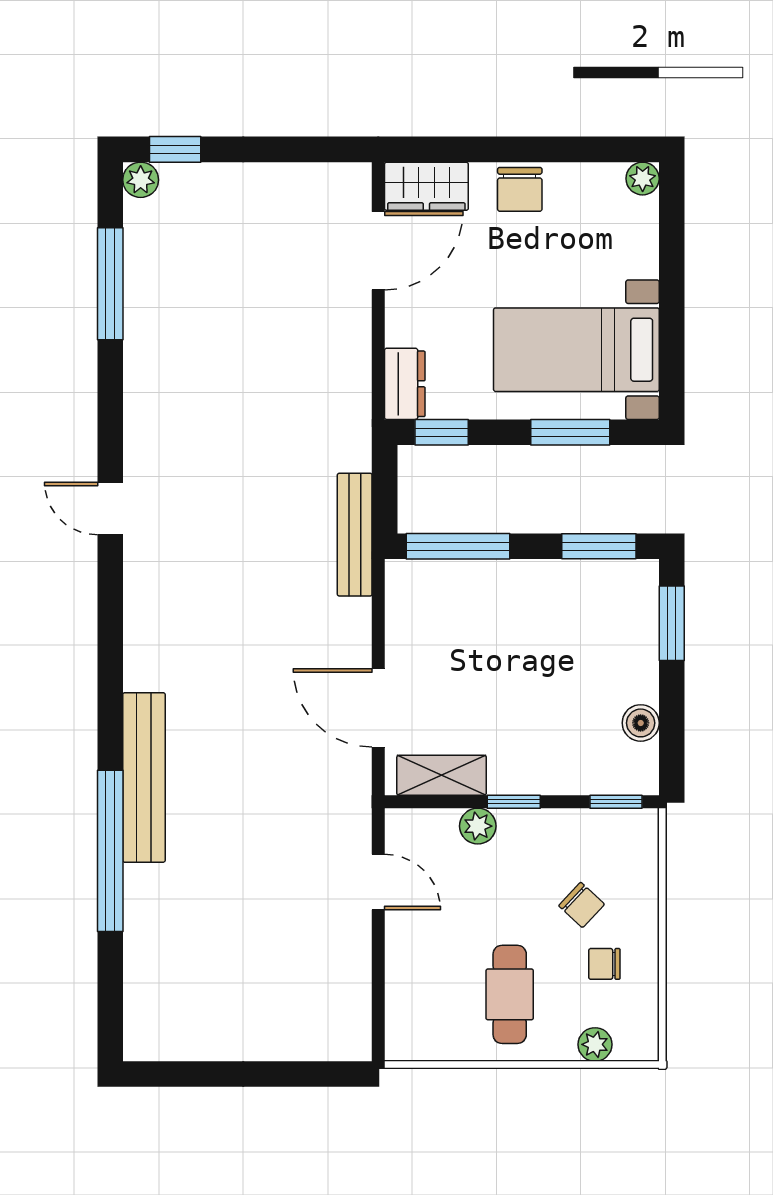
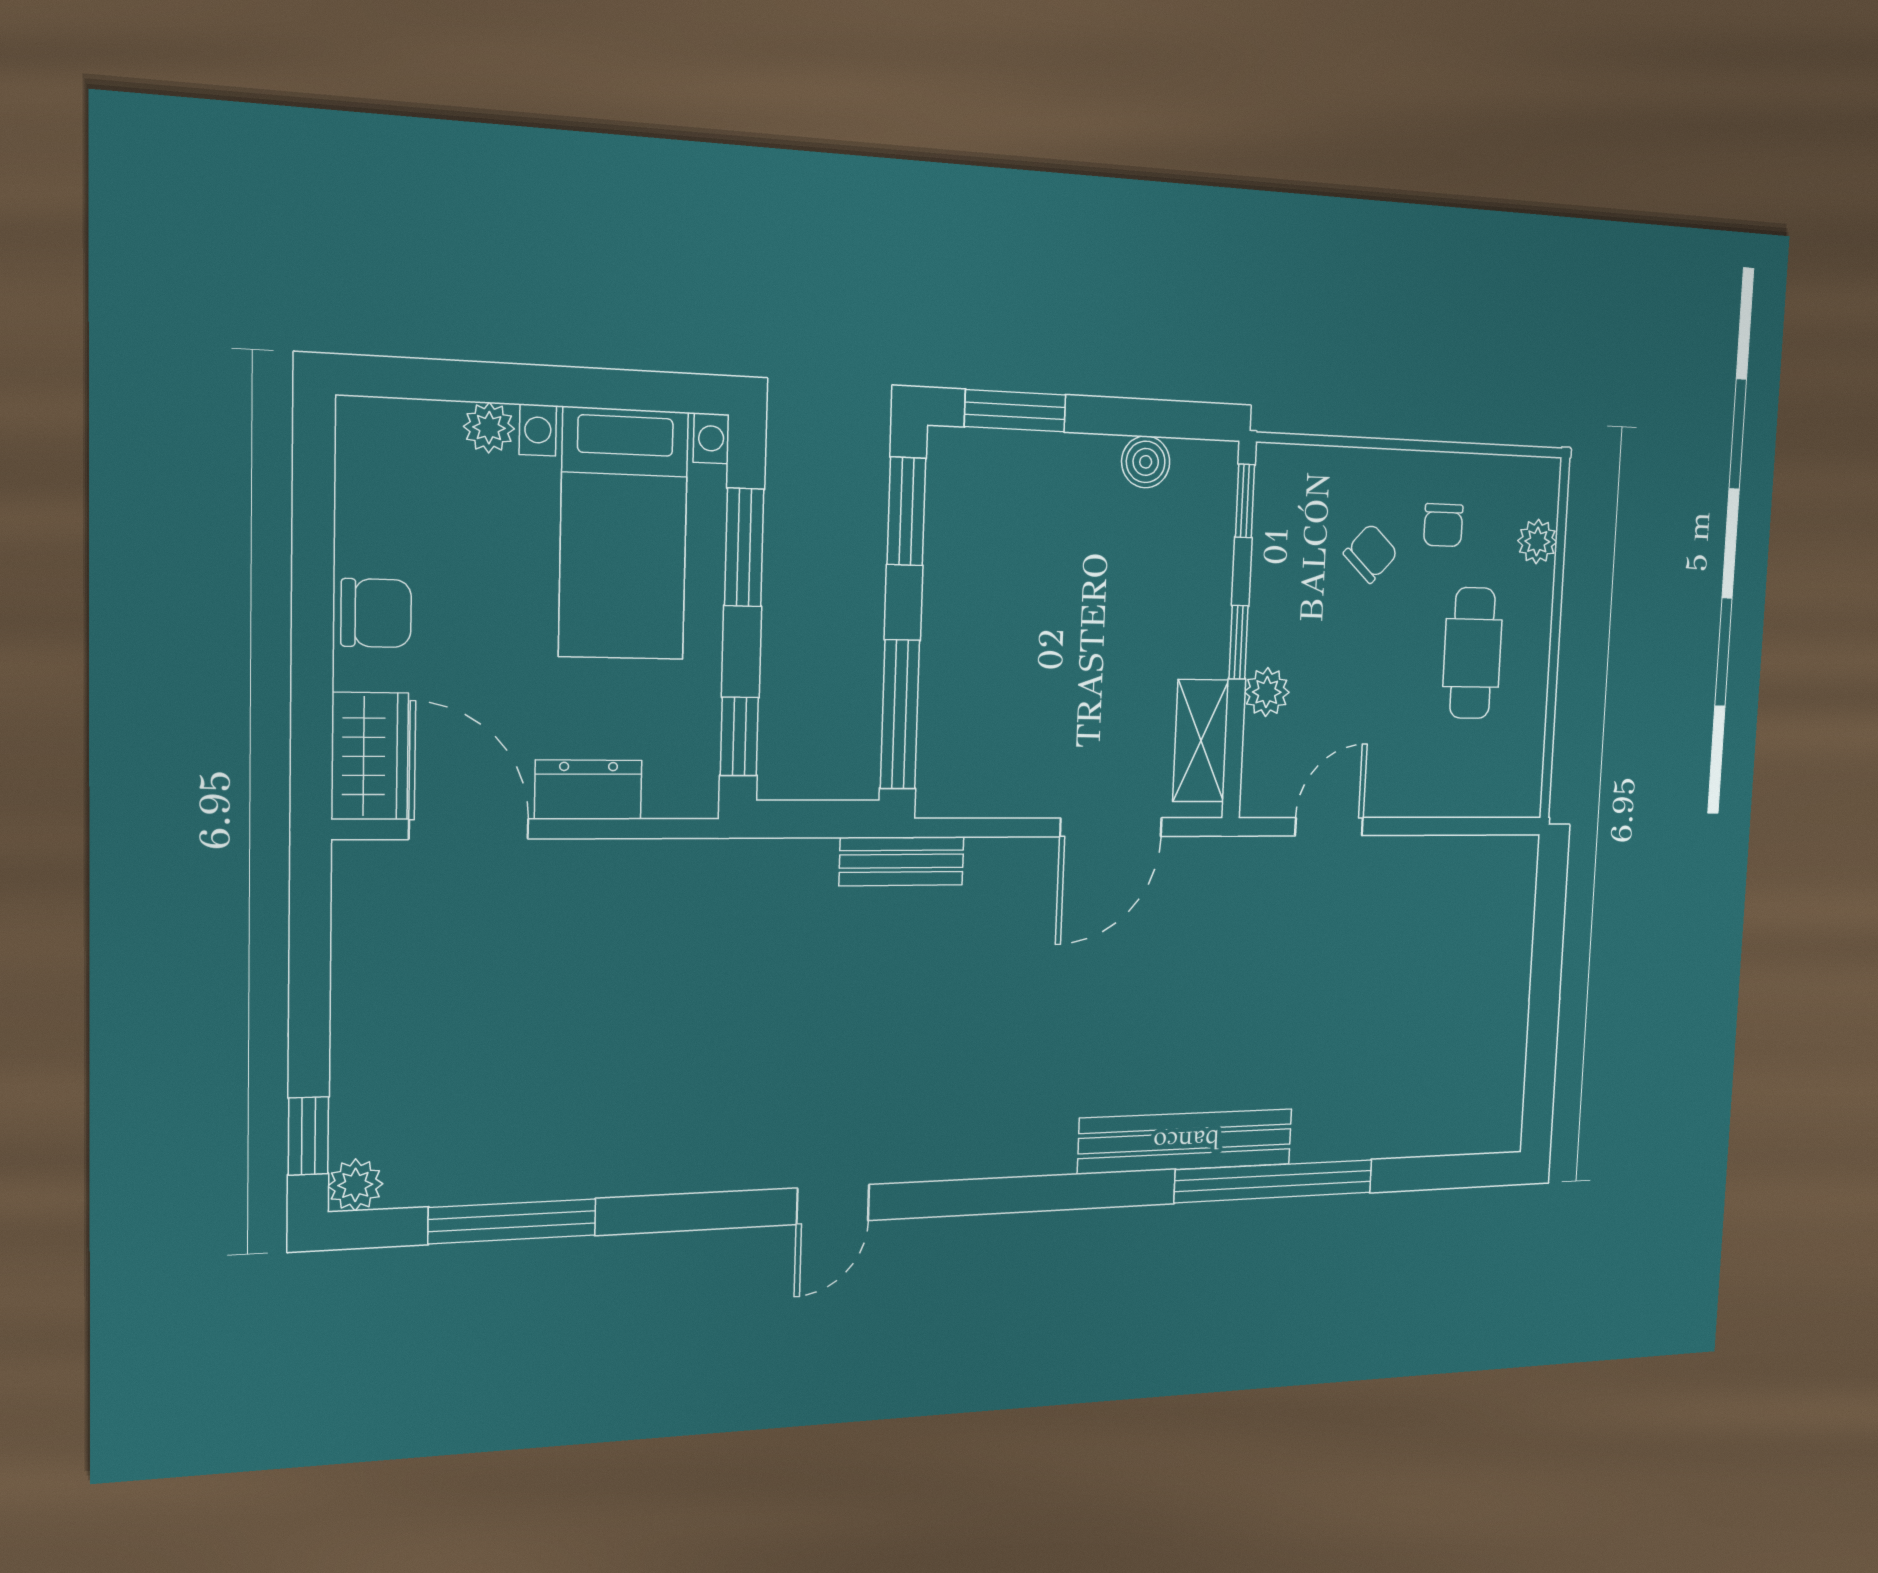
plant: (643, 179) -> (489, 428), moved
dresser: (405, 384) -> (588, 790), moved
bench: (355, 535) -> (902, 861), width x0.73
cafe table: (510, 994) -> (1472, 653), turned 90

